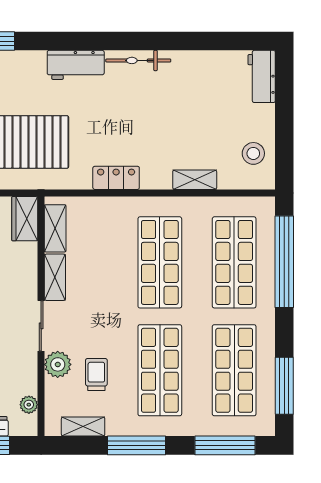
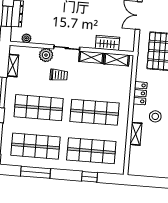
stool: (253, 153) -> (155, 116), moved
wardrobe: (25, 219) -> (107, 43), moved
window: (284, 262) -> (90, 177), width x0.32
trolley: (96, 374) -> (59, 75), moved
window: (284, 386) -> (36, 172), moved

